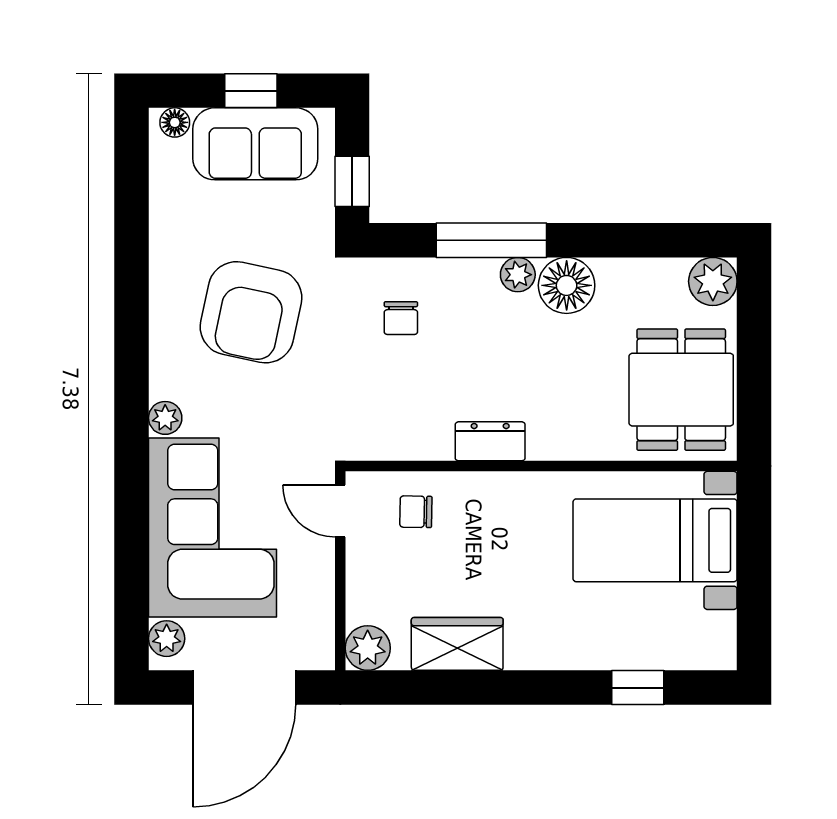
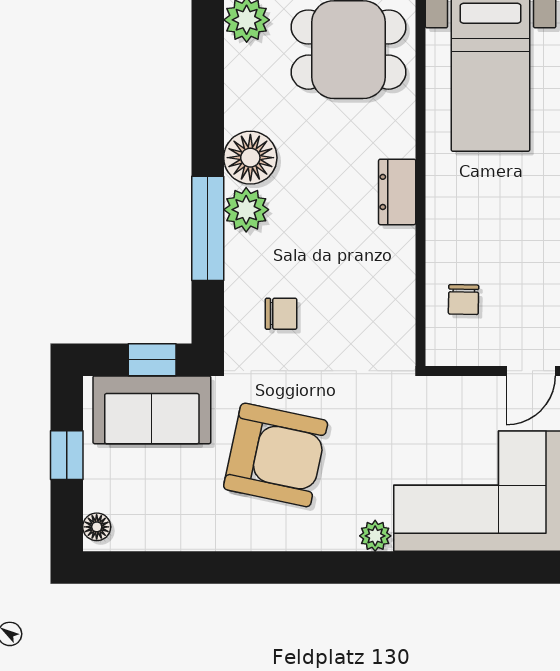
sofa: (255, 144) -> (152, 410), moved, turned 90
plant: (518, 275) -> (246, 210), width x1.38, depth x1.38
dresser: (490, 441) -> (397, 192), moved
door: (340, 511) -> (531, 371), moved

